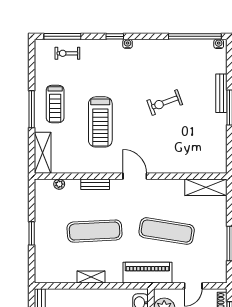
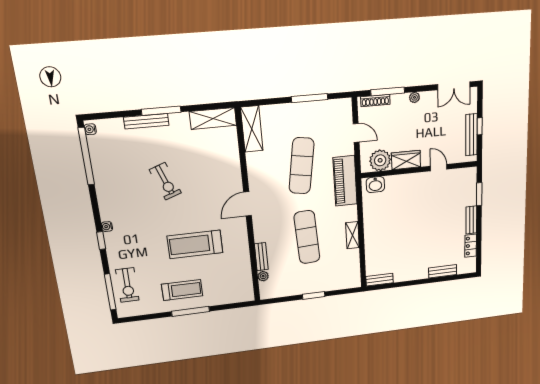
exercise bike: (67, 53) -> (127, 285), width x1.38, depth x1.39
treadmill: (100, 122) -> (195, 244), turned 180
shelving: (43, 153) -> (213, 119), moved
bench: (95, 184) -> (261, 257), moved

